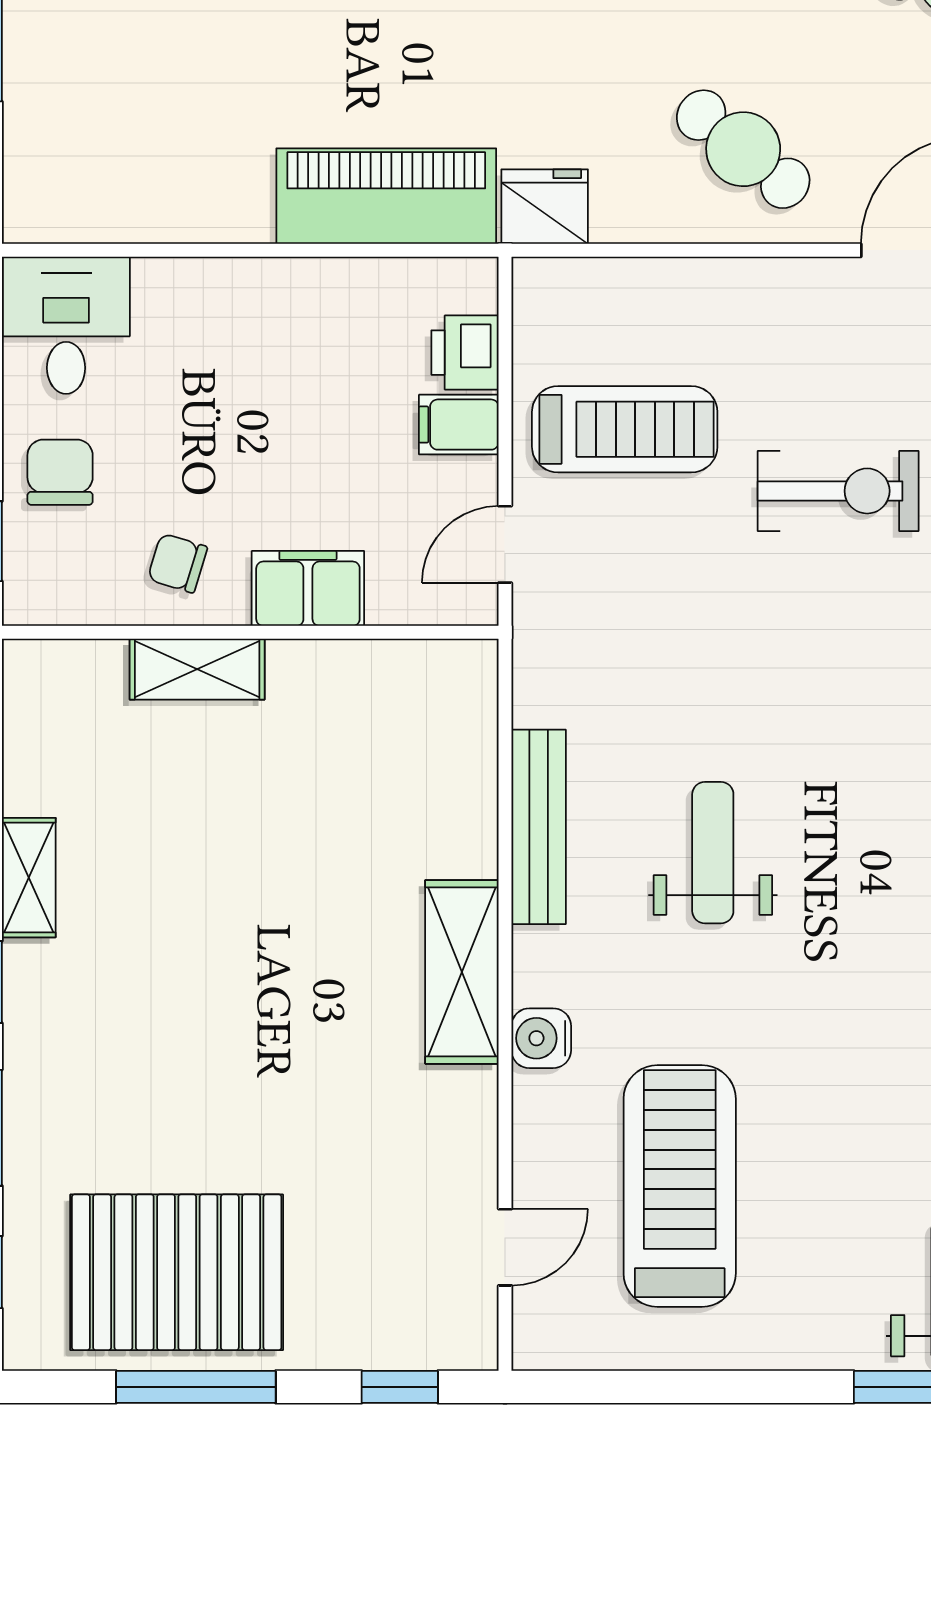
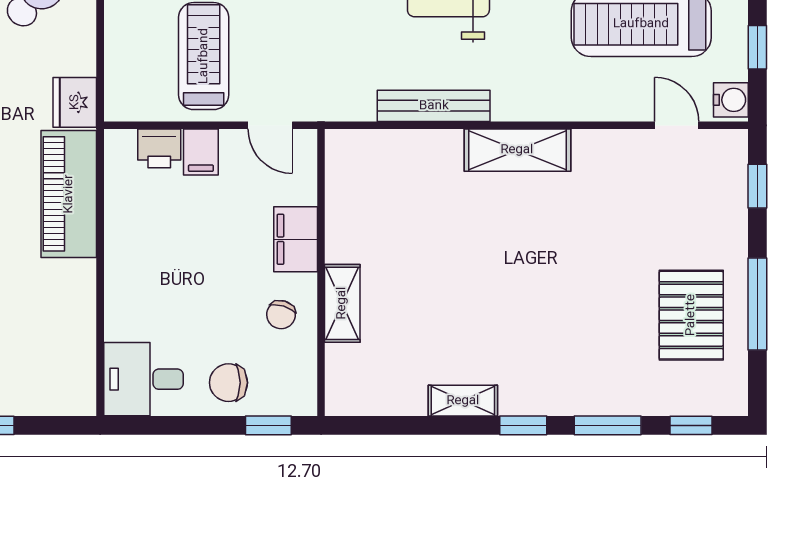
water cooler: (541, 1038) -> (731, 100), moved, turned -90
pallet: (177, 1272) -> (691, 315), width x0.73, depth x0.71
window: (640, 1387) -> (757, 47), added

